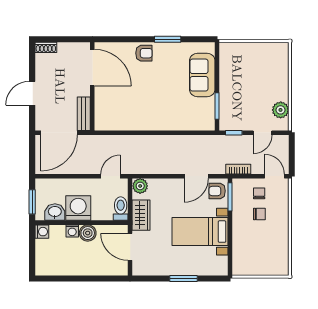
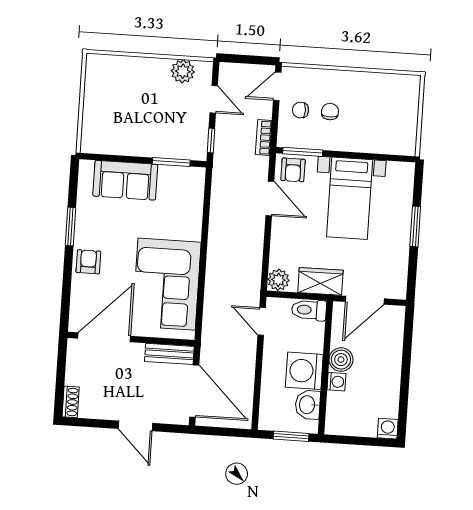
corner sofa: (132, 109) -> (167, 284), added
washing machine: (42, 232) -> (388, 429), moved

